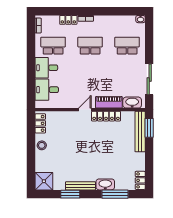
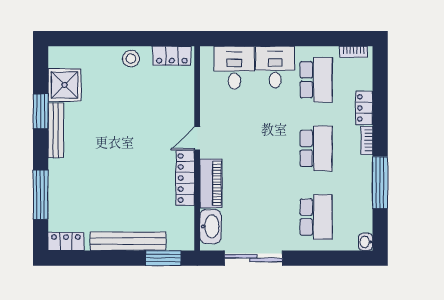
window: (109, 11) -> (380, 183), added
door: (85, 110) -> (197, 138), swing flipped
bench: (140, 132) -> (128, 241), moved
shower: (44, 181) -> (64, 85), moved
washbasin: (105, 184) -> (59, 177), removed

